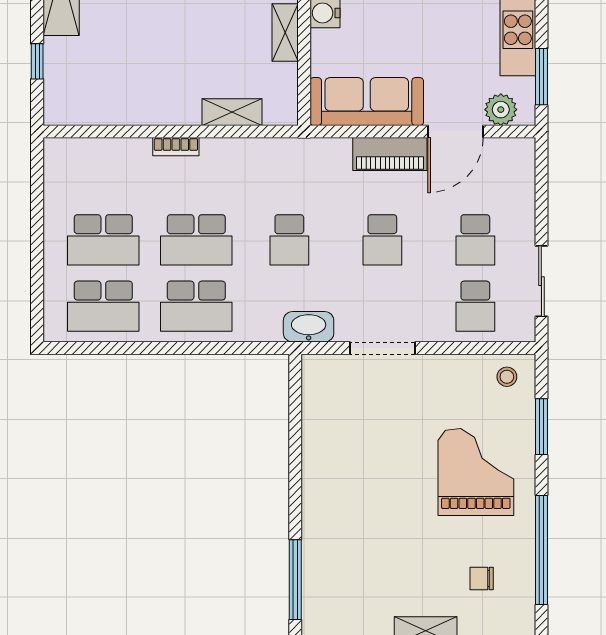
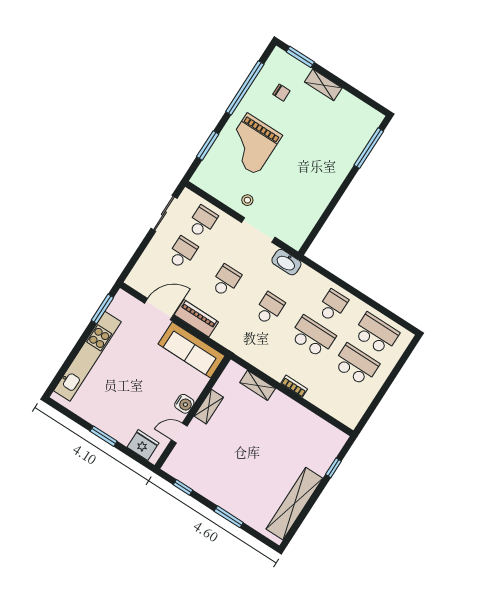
plant: (501, 110) -> (131, 306), removed
school desk: (196, 306) -> (333, 306), width x0.54
stool: (507, 377) -> (247, 200), moved

